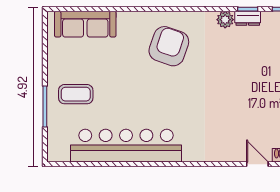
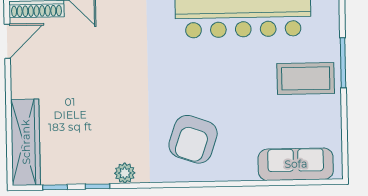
dresser: (248, 18) -> (97, 175), removed
coffee table: (76, 94) -> (306, 78), width x1.36, depth x1.32

